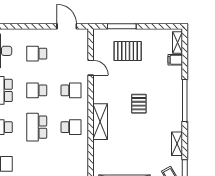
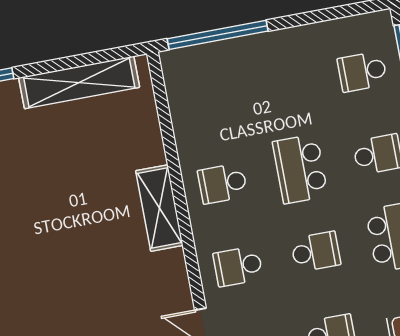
pallet: (139, 104) -> (80, 265), removed
school desk: (37, 127) -> (300, 169), turned 180

